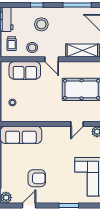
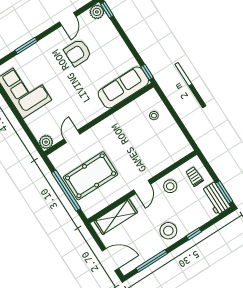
stool: (41, 24) -> (168, 231), moved
door: (52, 59) -> (142, 187), swing flipped
sofa: (25, 70) -> (163, 157), removed

